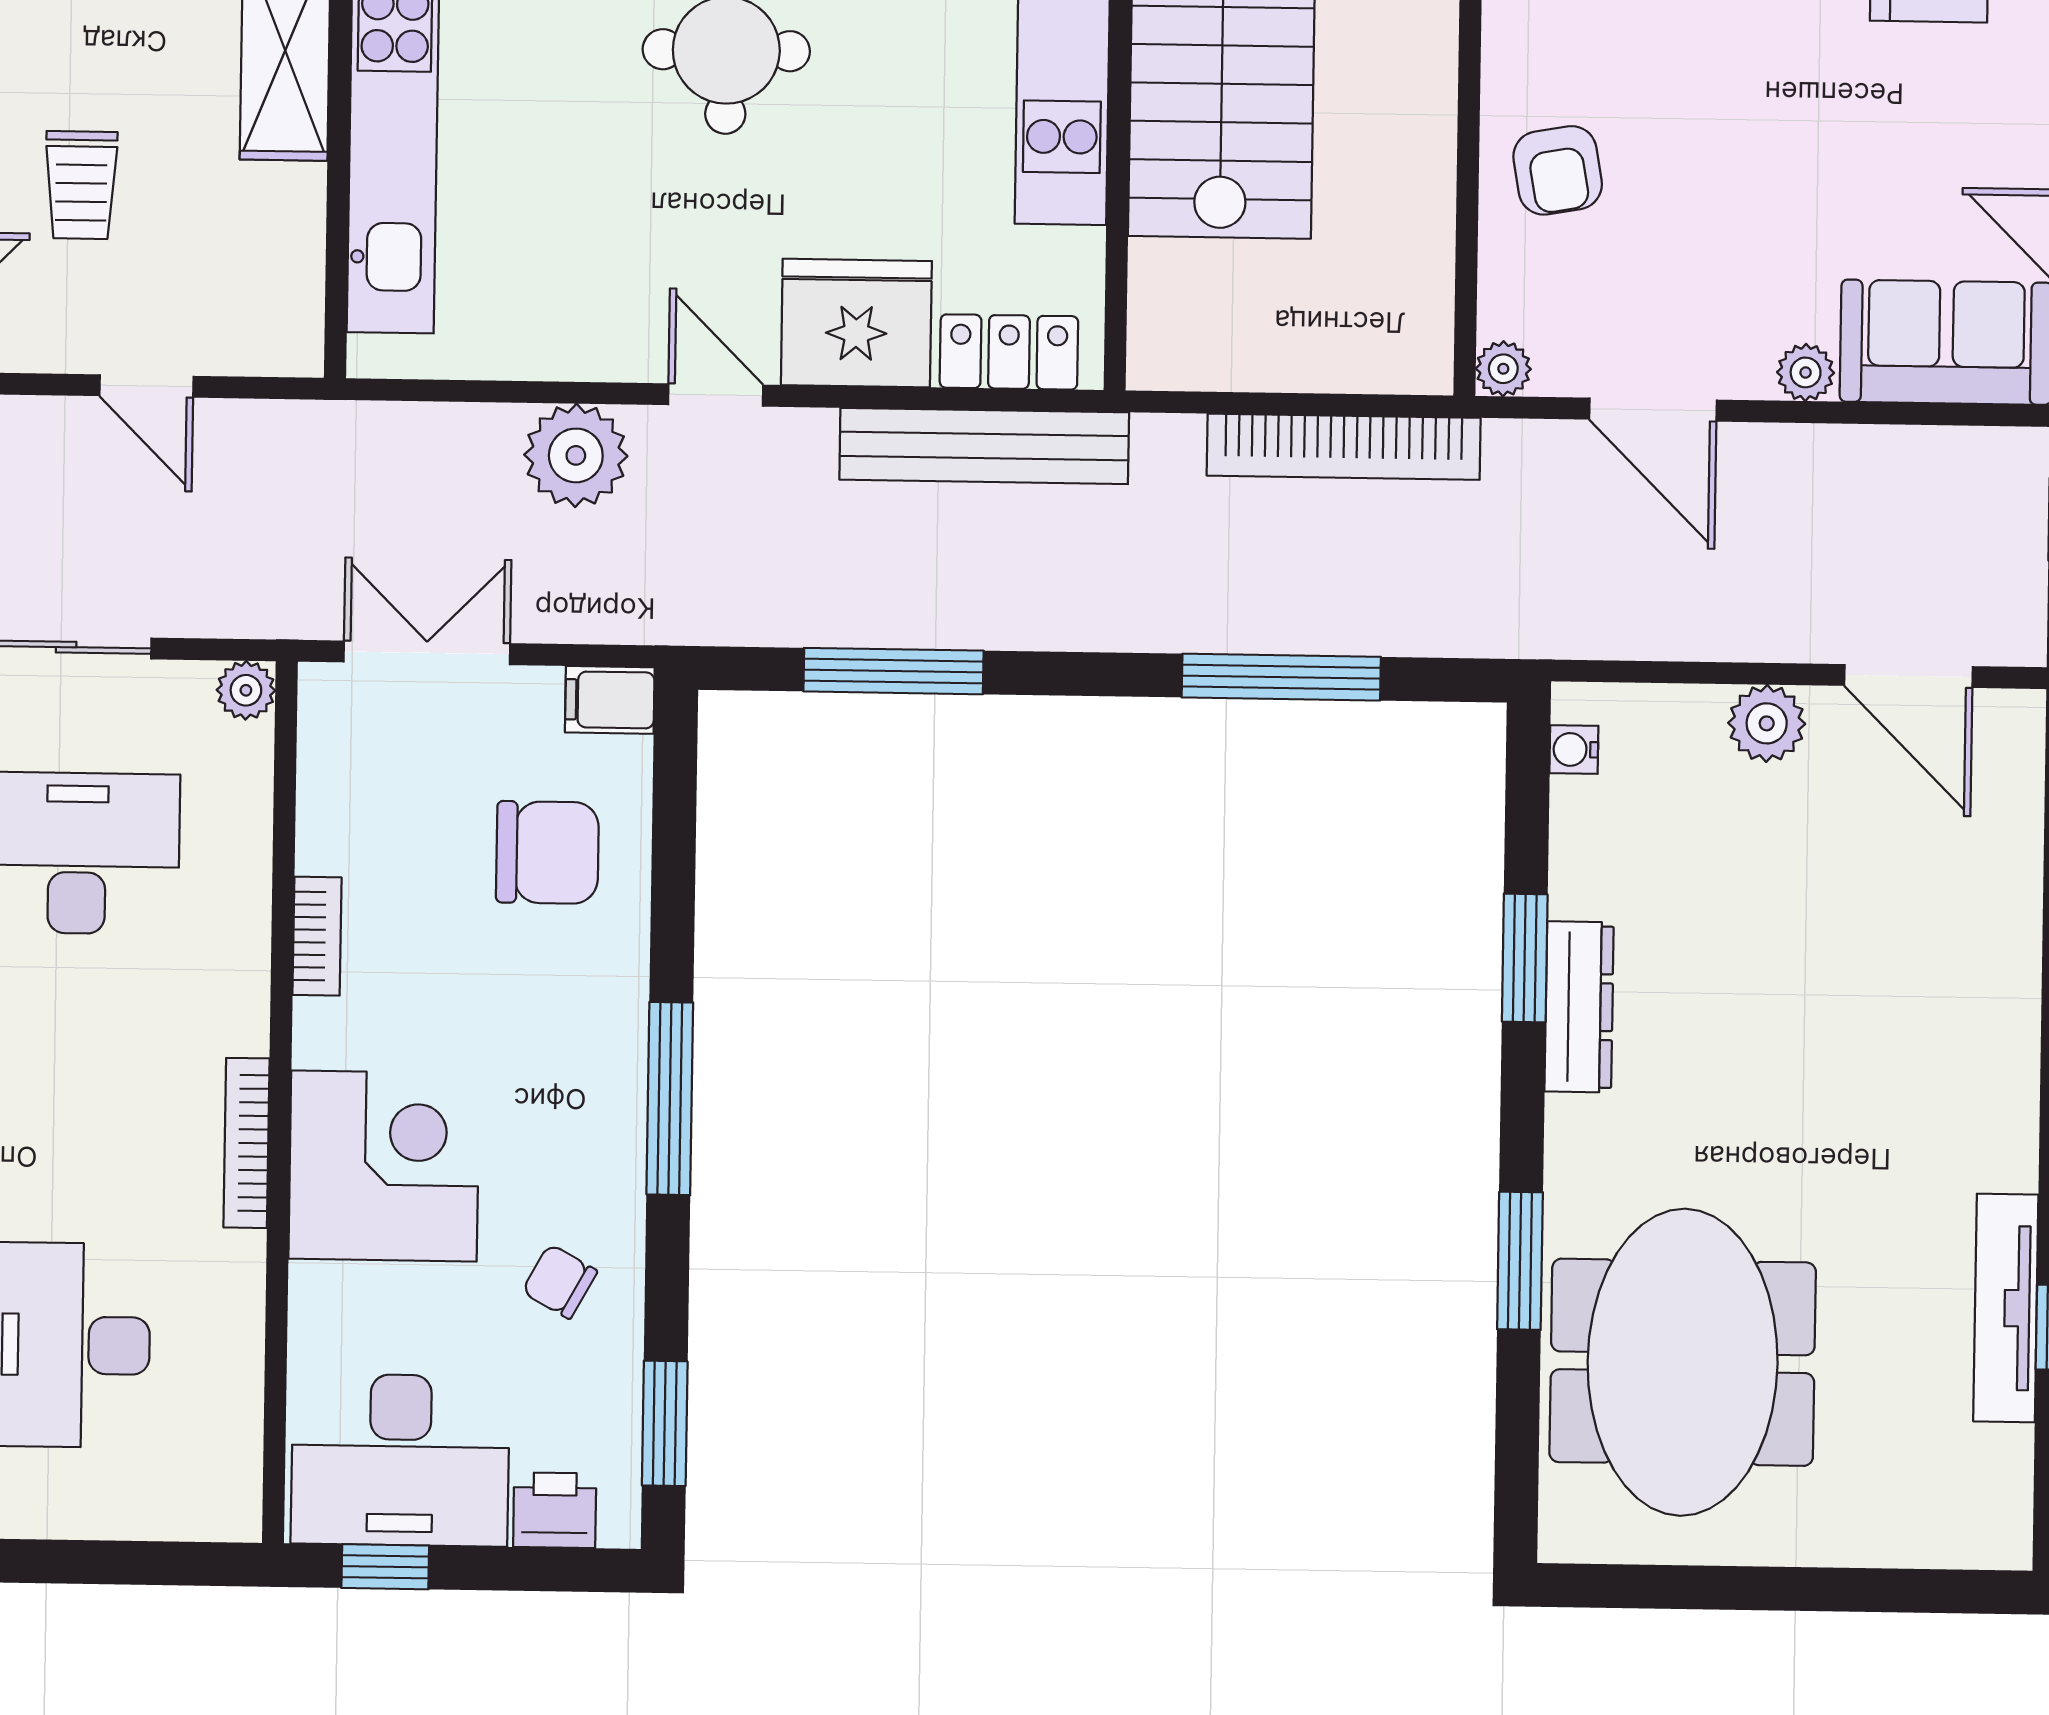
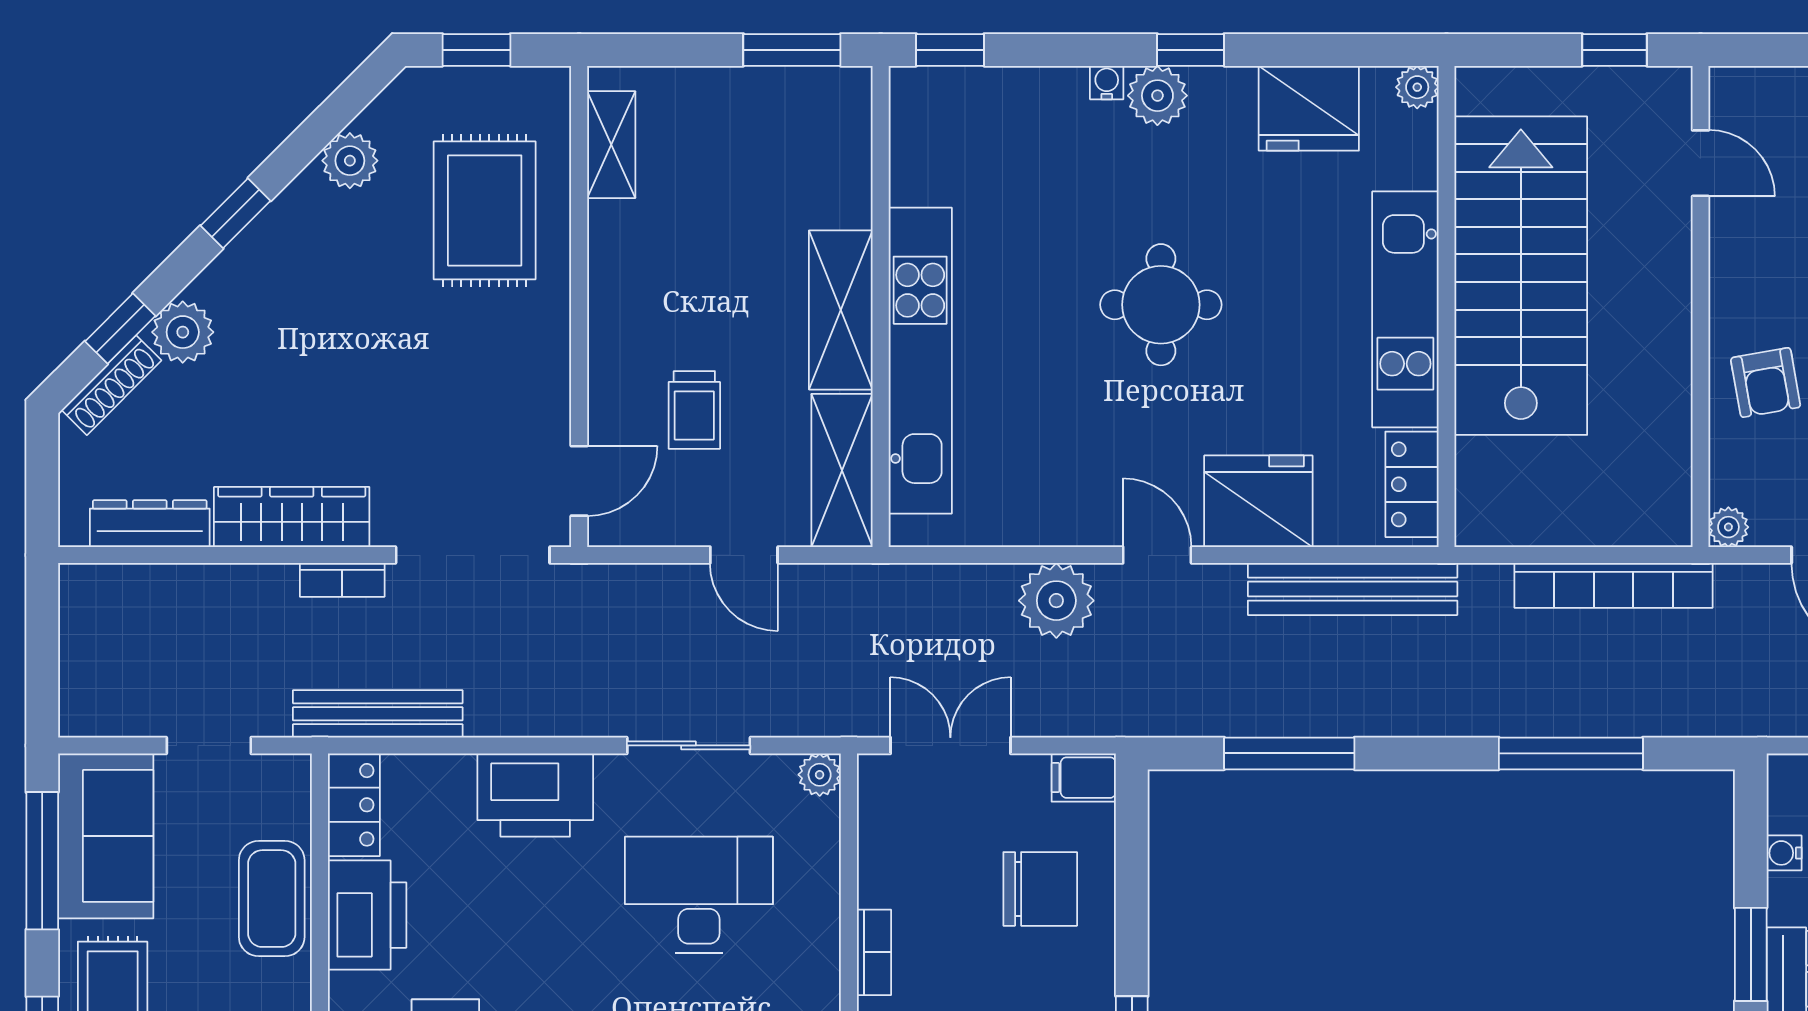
shelving: (283, 272) -> (842, 470), added
locker: (1009, 352) -> (1412, 484), moved, turned -90
water cooler: (1574, 749) -> (1784, 853), moved

